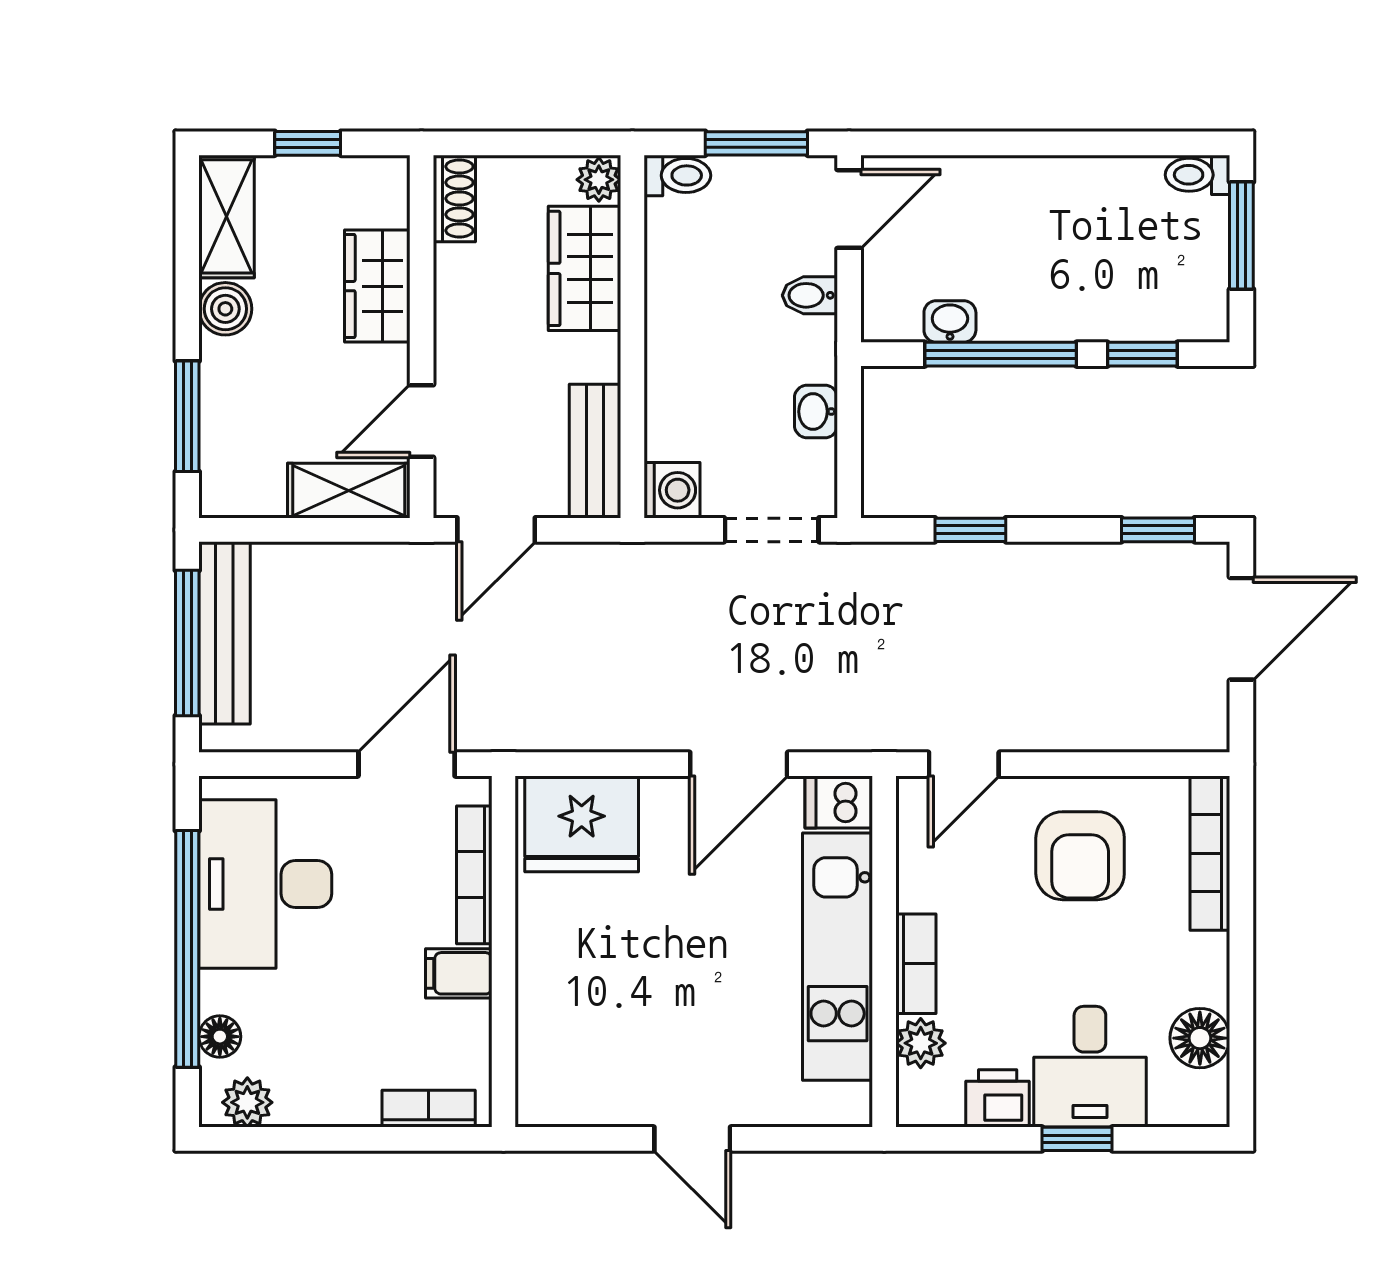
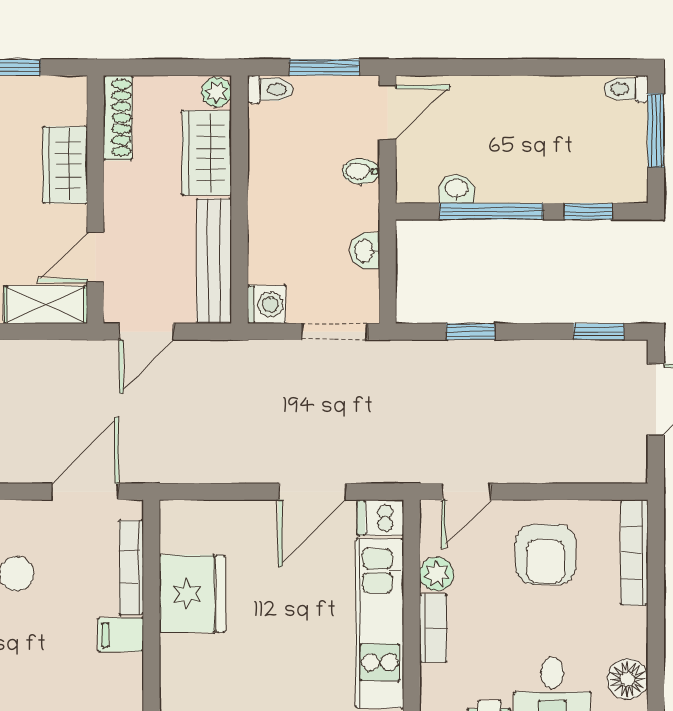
shoe rack: (454, 198) -> (118, 118), width x1.43
bench: (595, 451) -> (214, 261), width x1.36
fridge: (582, 824) -> (192, 594), moved, turned -90
plant: (921, 1043) -> (437, 574), moved

